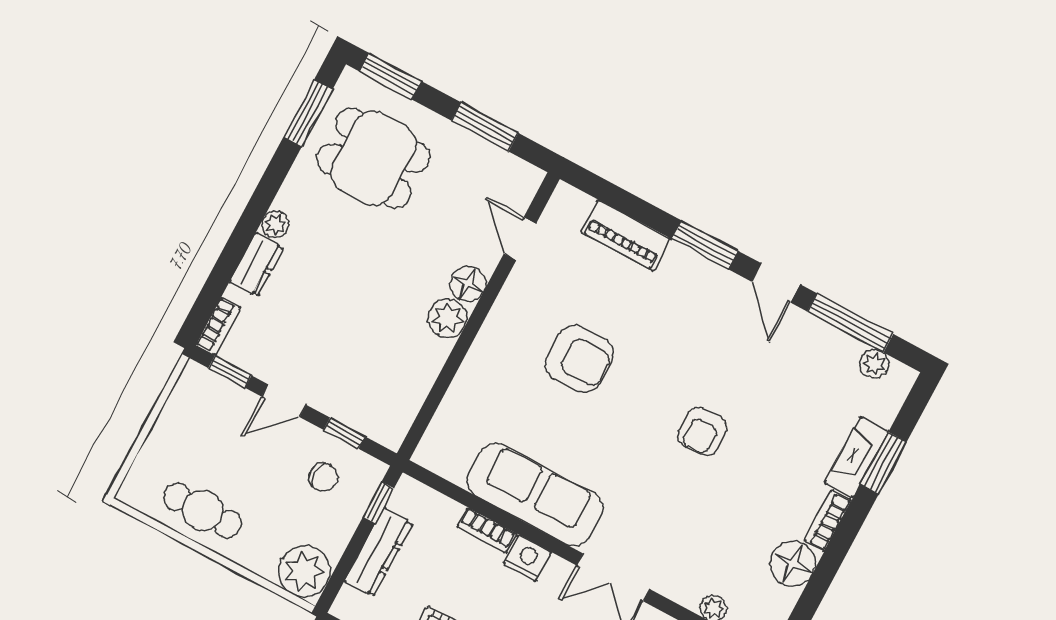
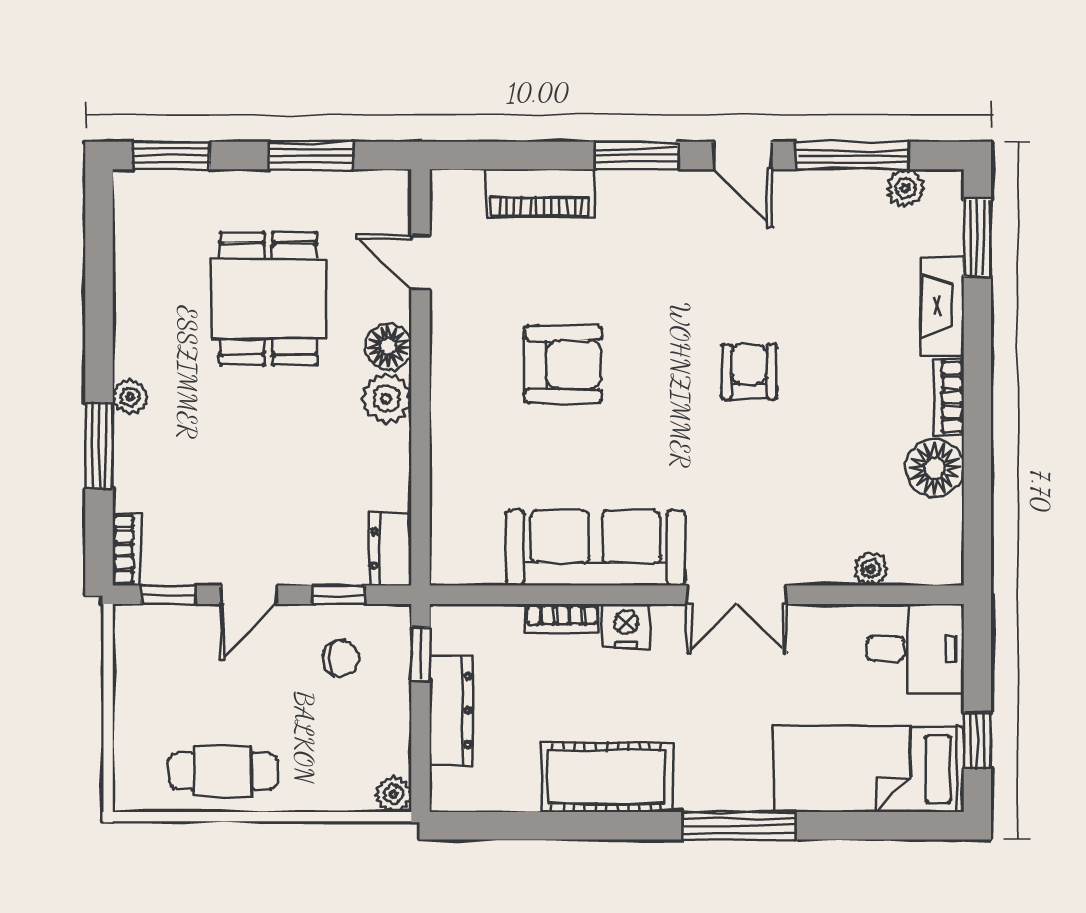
window: (308, 113) -> (99, 446), moved
dining table: (373, 158) -> (268, 299), moved, turned 90
dresser: (257, 265) -> (391, 549), moved, turned 180
armchair: (702, 431) -> (749, 372), turned 180
window: (884, 463) -> (977, 238), moved
plant: (304, 572) -> (394, 794), width x0.53, depth x0.53

